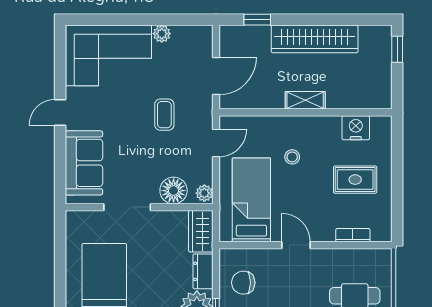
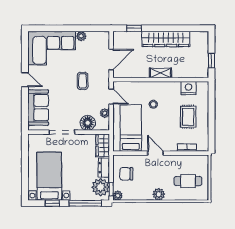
window: (397, 49) -> (211, 61), moved
door: (60, 112) -> (25, 80), swing flipped
door: (216, 143) -> (111, 97), hinge flipped
rug: (355, 180) -> (188, 117), turned 90
plant: (204, 193) -> (105, 113), moved

